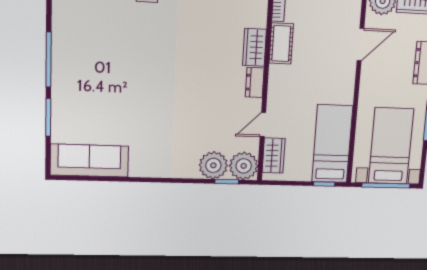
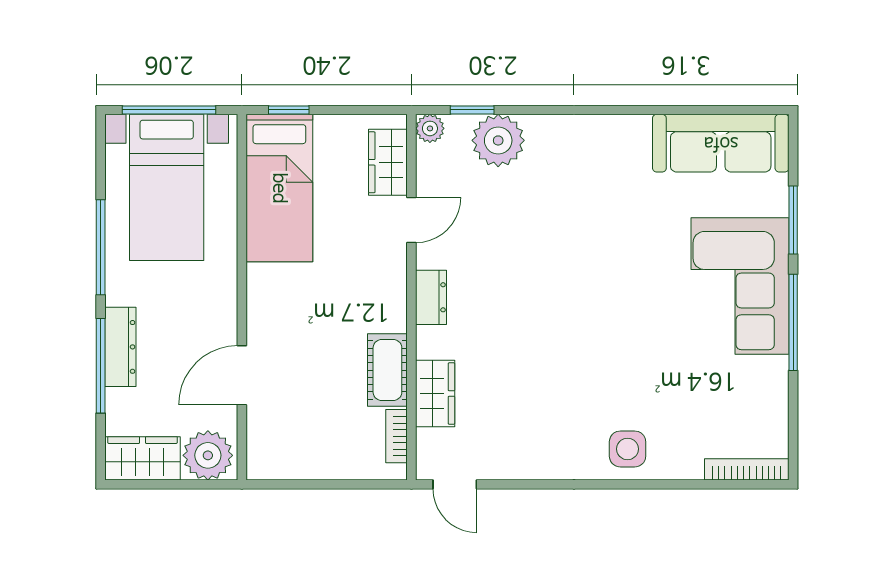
wardrobe: (255, 47) -> (435, 394), moved
corner sofa: (80, 82) -> (740, 286), added
plant: (244, 166) -> (430, 128), width x0.53, depth x0.53

